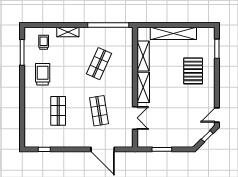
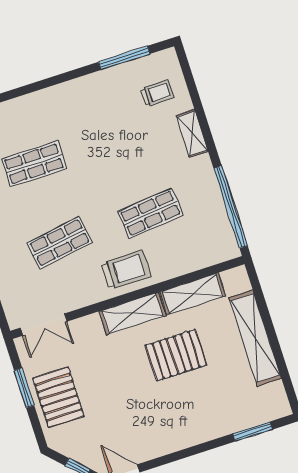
shop shelf: (99, 64) -> (150, 213), turned -30
pallet: (193, 71) -> (176, 355), moved
trolley: (43, 74) -> (126, 270), moved
double door: (135, 118) -> (44, 325), moved
pallet: (171, 135) -> (58, 397), added

